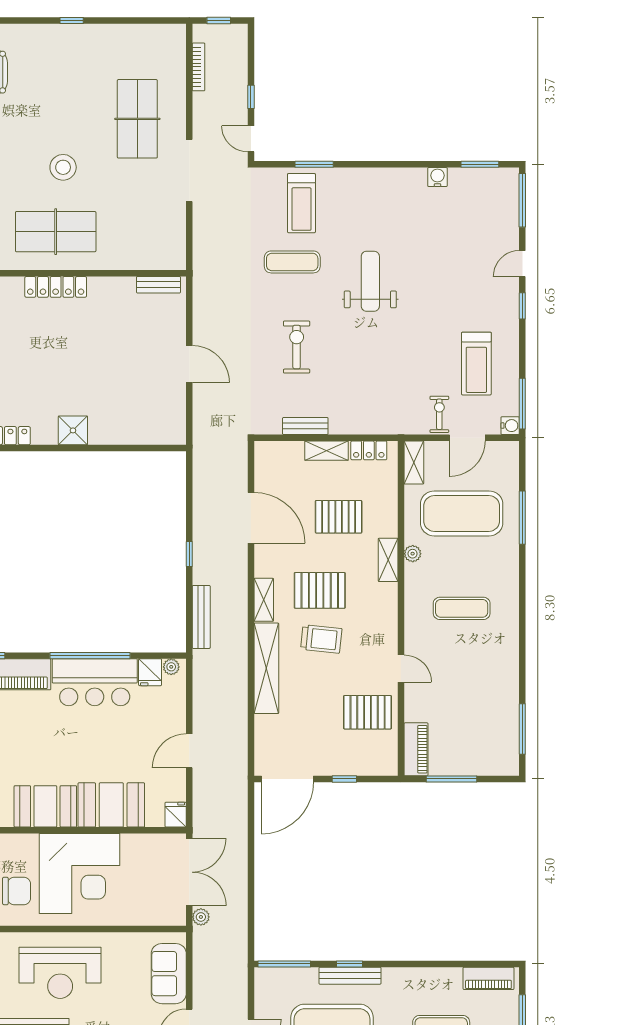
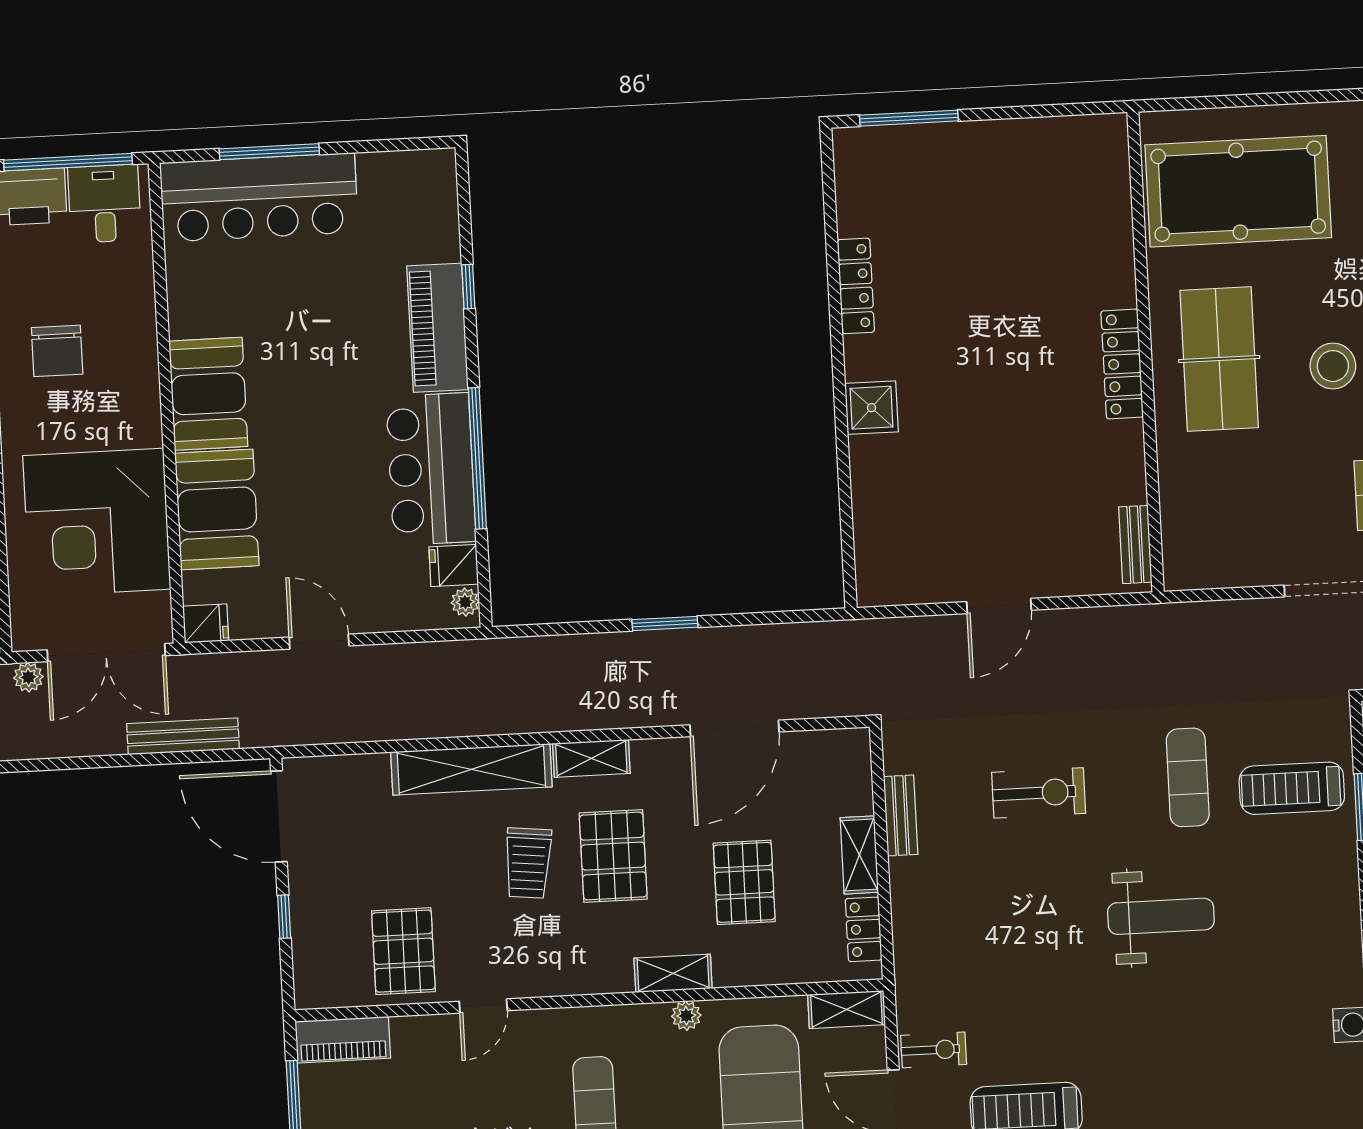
window: (189, 554) -> (665, 623), width x1.50
bench: (201, 617) -> (183, 736), moved
corner desk: (80, 874) -> (97, 522), moved

